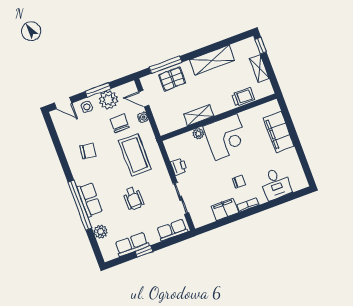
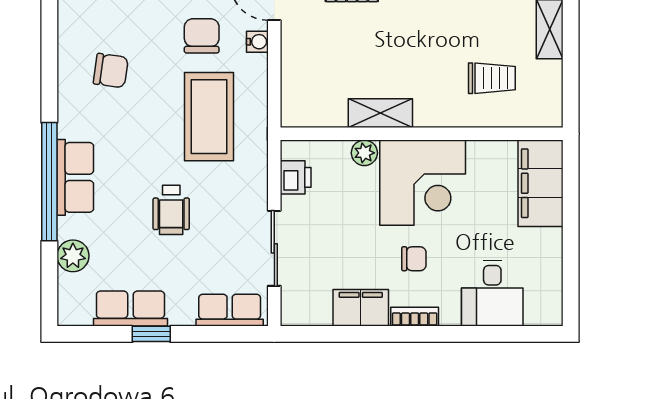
shelving: (199, 115) -> (380, 113), moved
wall: (219, 117) -> (422, 134), moved
plant: (198, 134) -> (364, 153), moved
corner desk: (226, 137) -> (423, 183), moved

